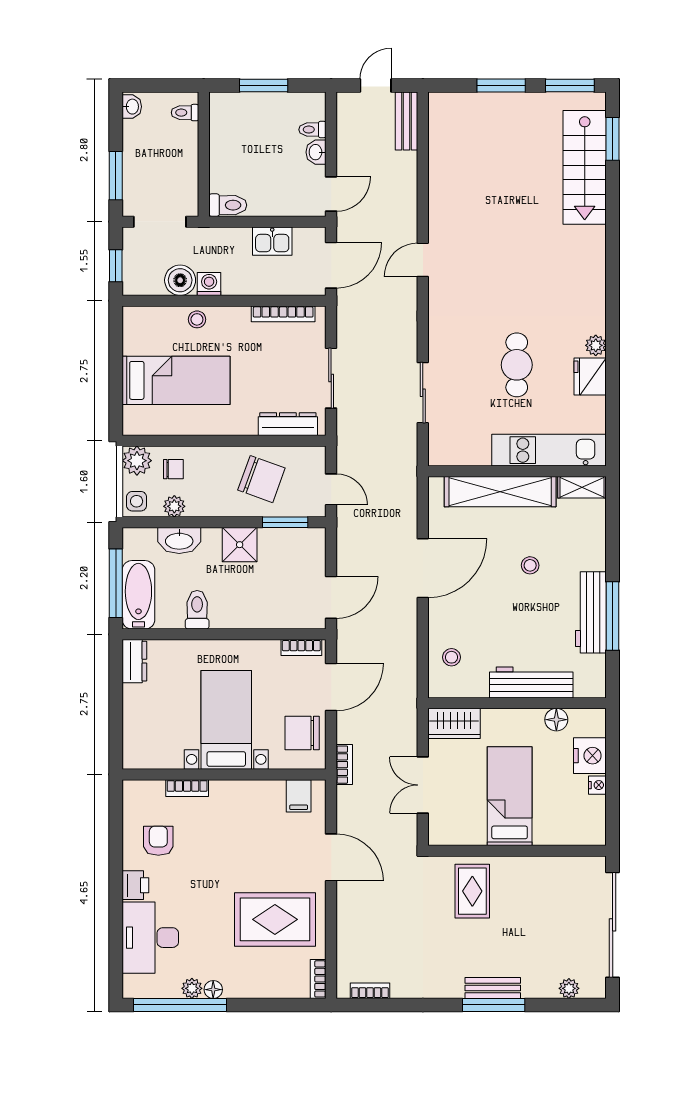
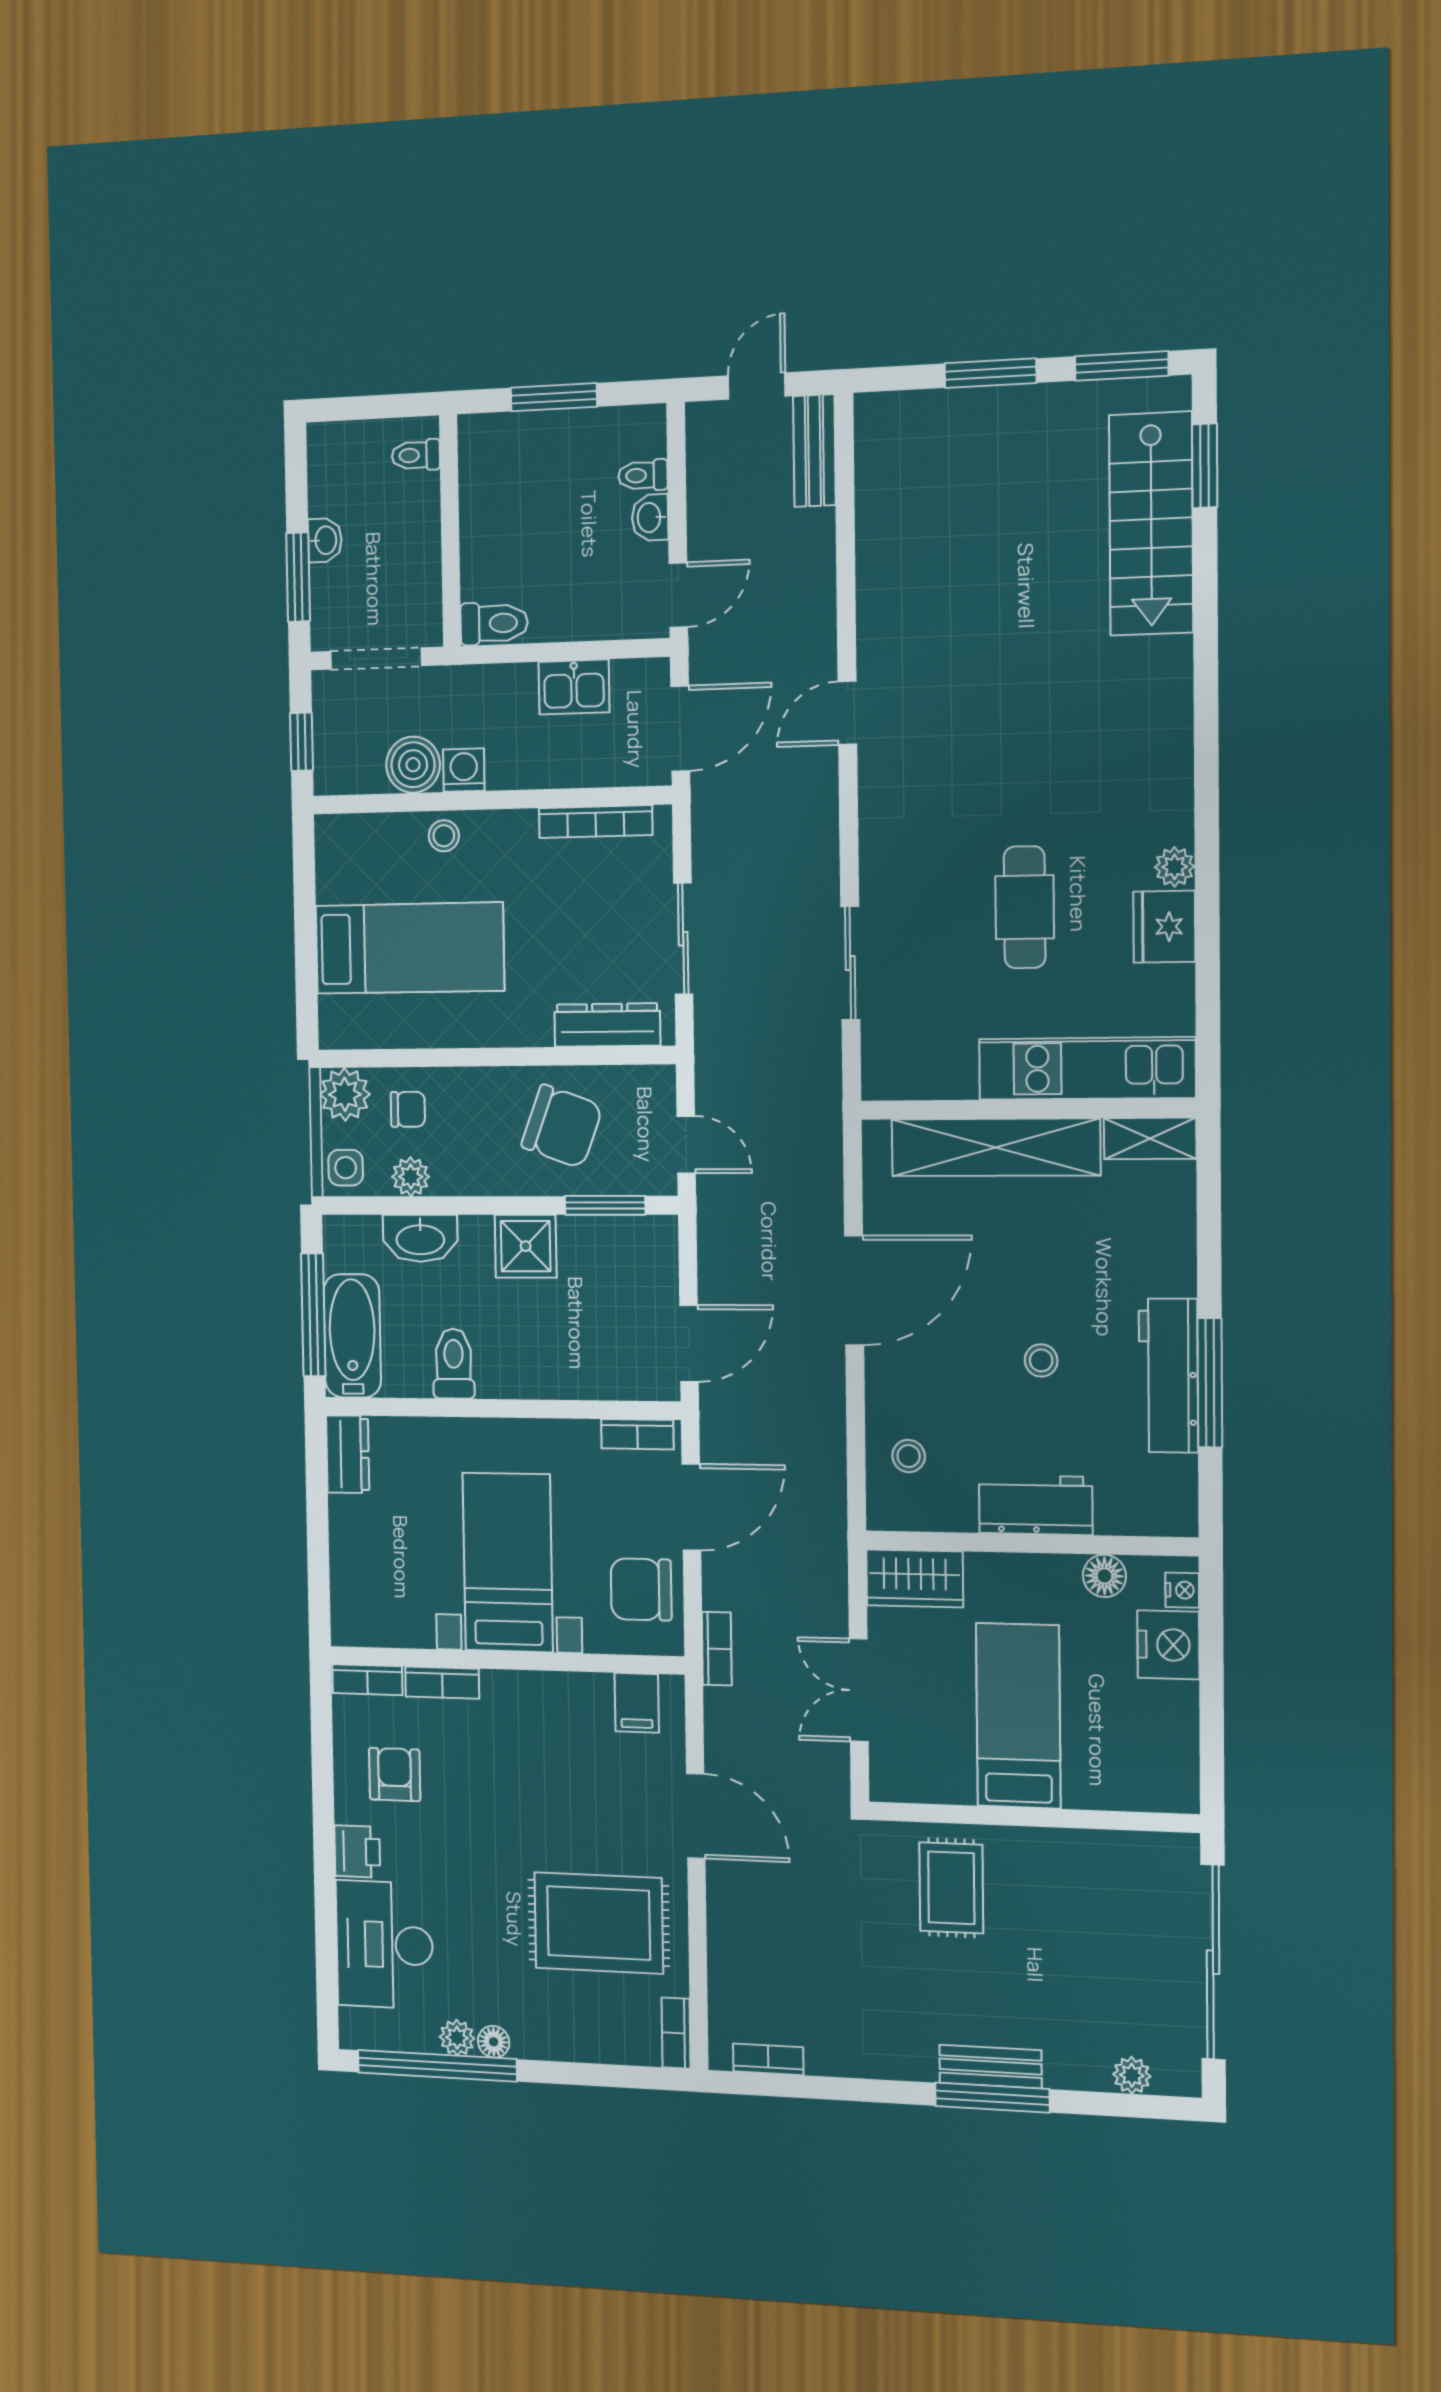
washbasin: (132, 107) -> (325, 540), moved
stool: (530, 565) -> (1041, 1360), moved
workbench: (531, 682) -> (1036, 1505), width x0.73
nightstand: (597, 785) -> (1182, 1590), moved
bookcase: (143, 788) -> (367, 1680), added

